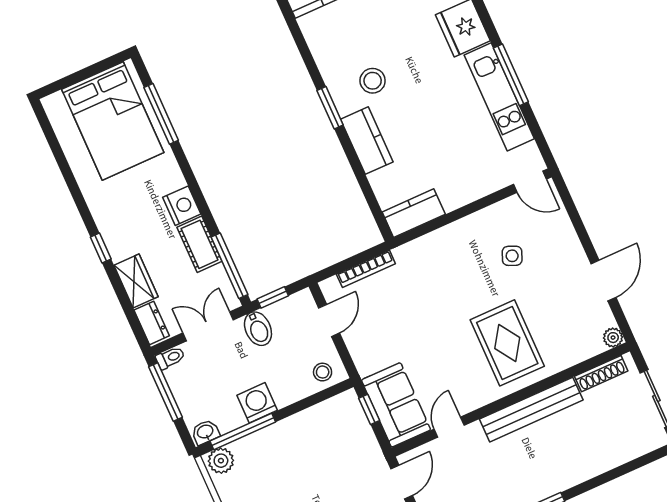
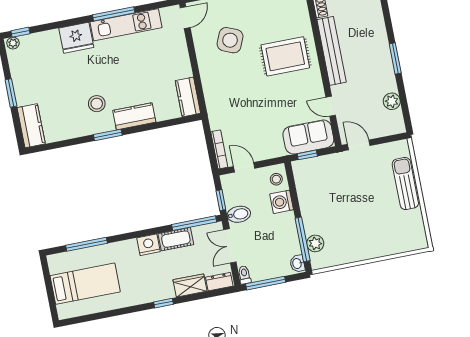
bed: (113, 121) -> (85, 284), width x0.67
side table: (512, 256) -> (230, 40), width x1.87, depth x1.87
bookcase: (366, 269) -> (219, 149), moved
washing machine: (257, 403) -> (282, 202), moved
plant: (221, 461) -> (315, 243), moved

